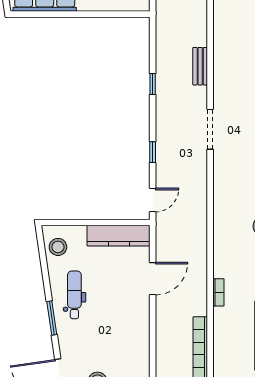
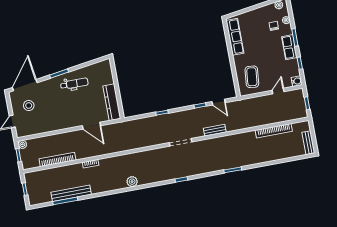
door: (153, 200) -> (219, 102), moved
stool: (58, 247) -> (99, 70), removed

